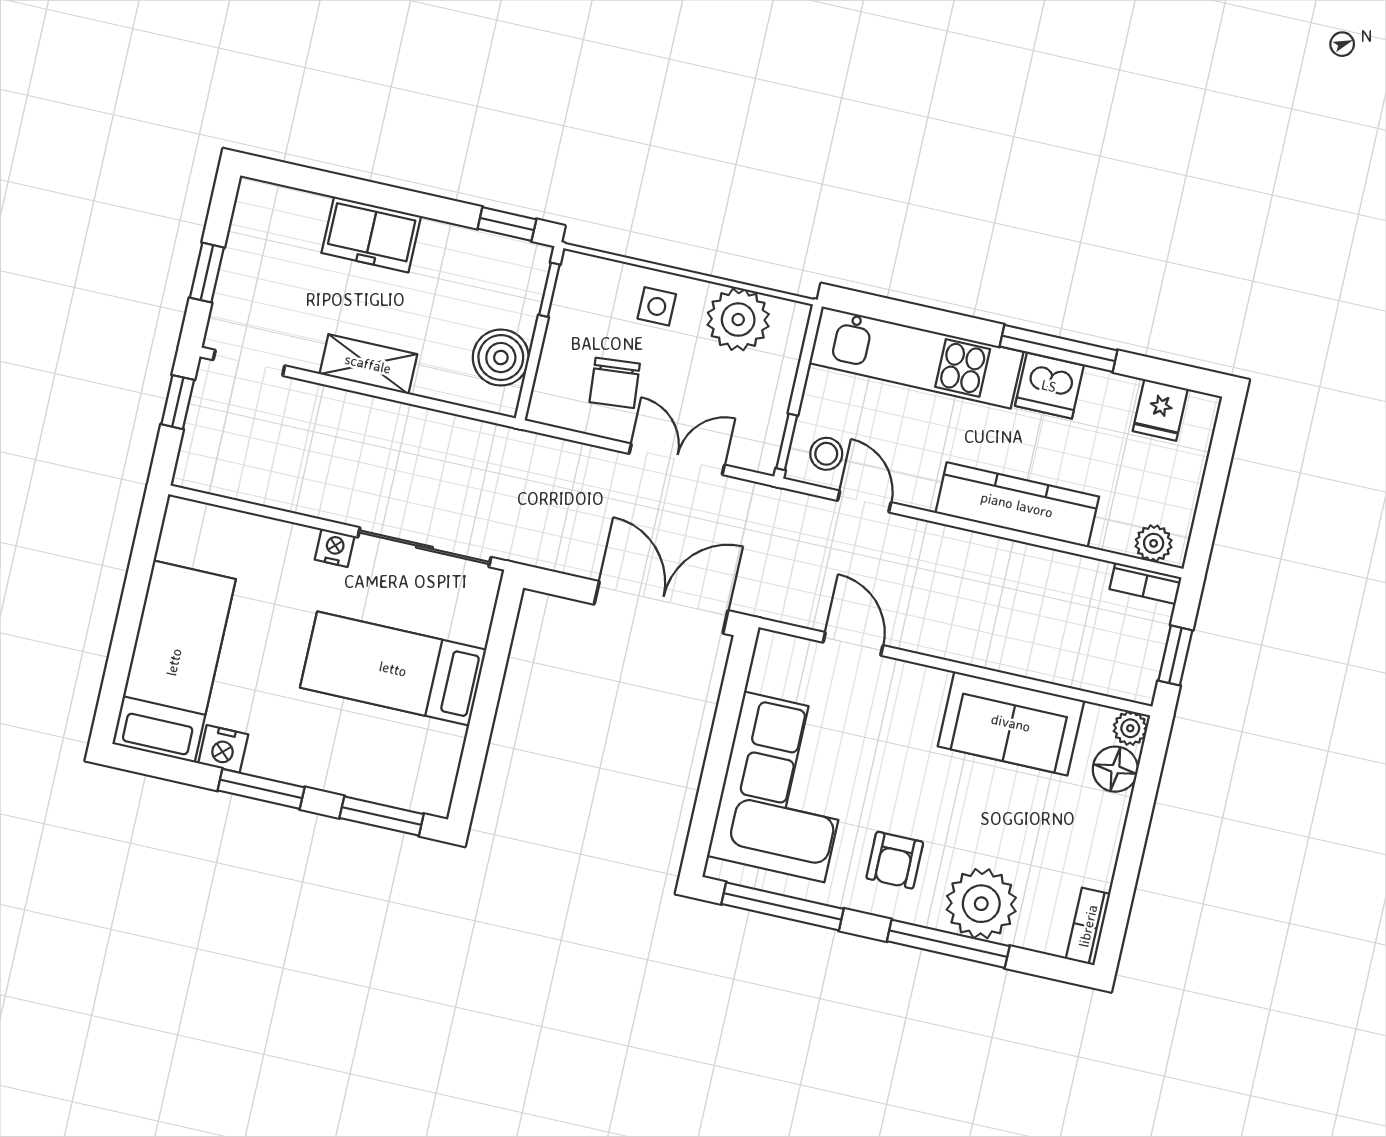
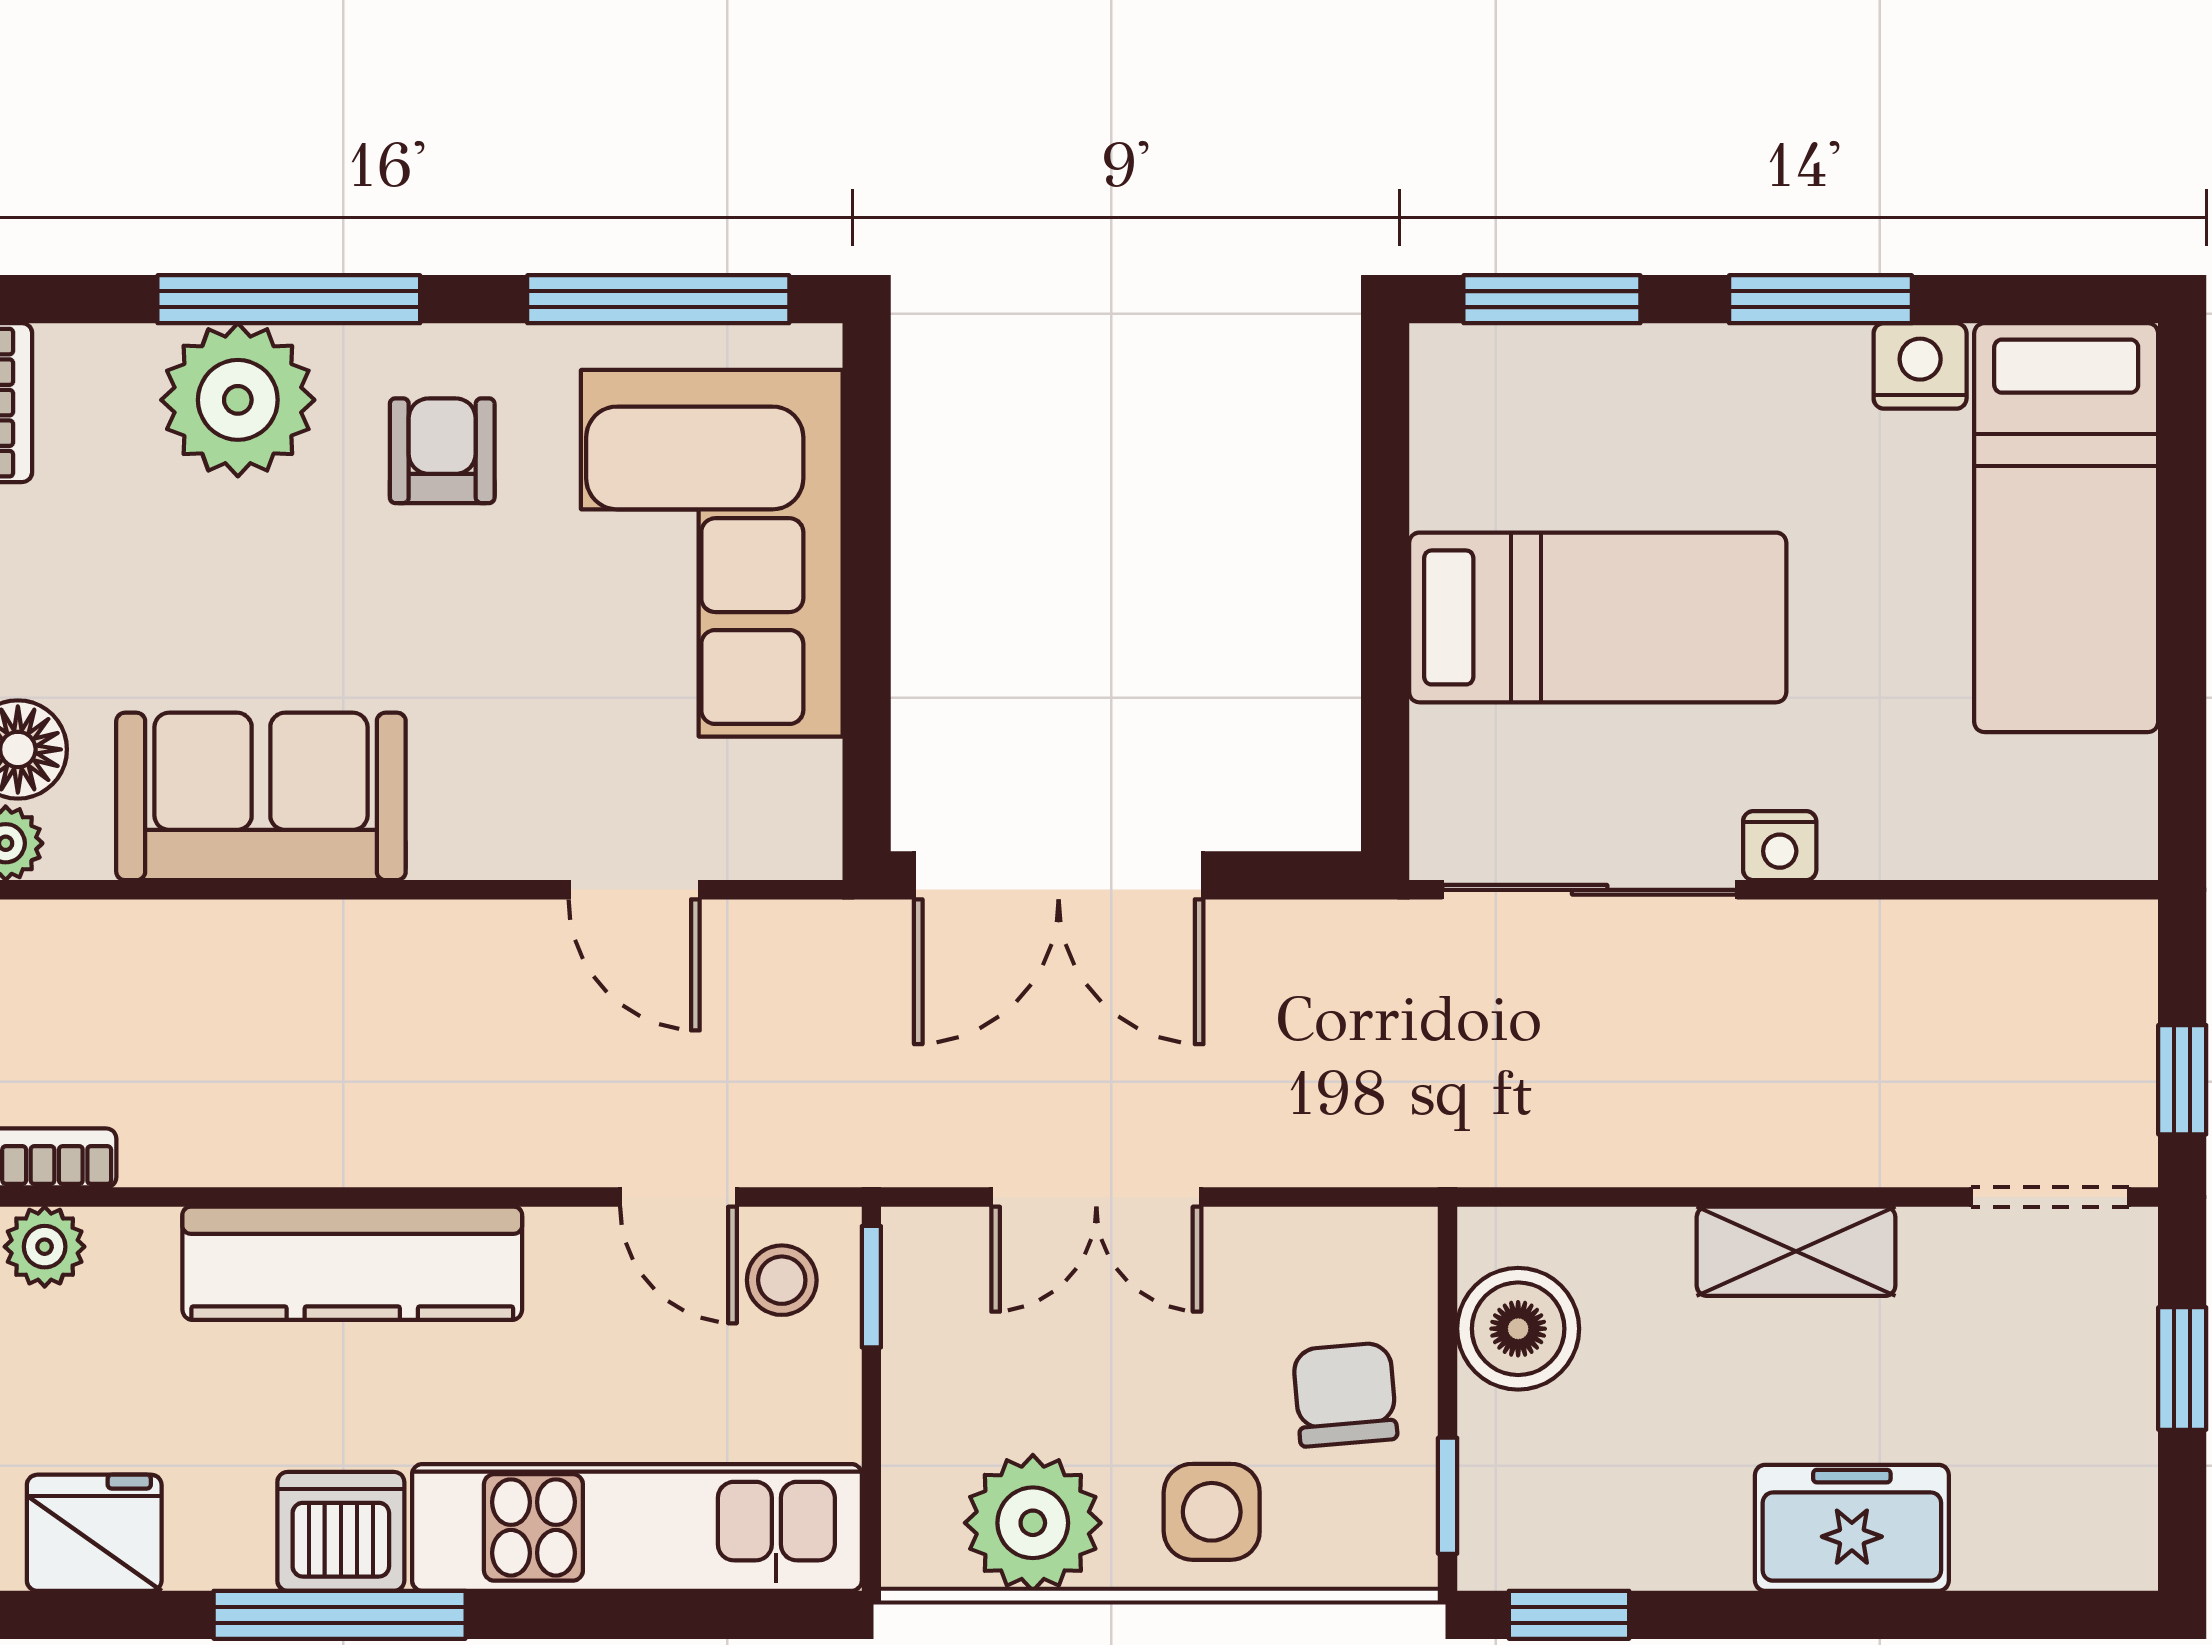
side table: (657, 306) -> (1212, 1512), width x1.37, depth x1.37
chair: (615, 383) -> (1345, 1394), moved
fridge: (1160, 410) -> (94, 1533), width x1.38

